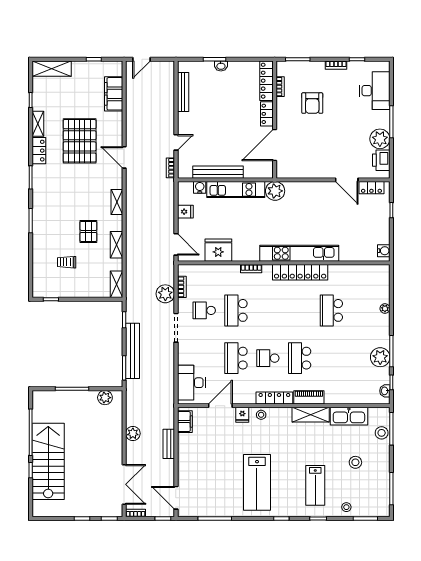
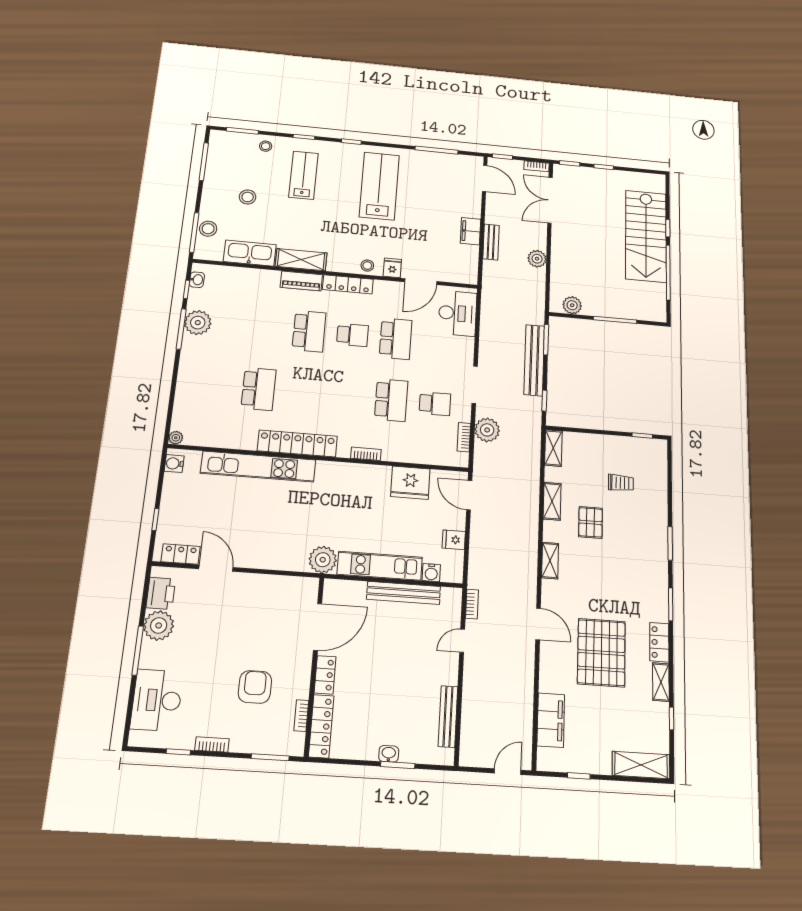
kitchen unit: (299, 253) -> (258, 467), moved
plant: (385, 309) -> (176, 438), moved
filing cabinet: (185, 422) -> (471, 231), moved

